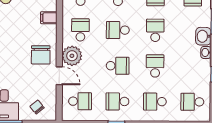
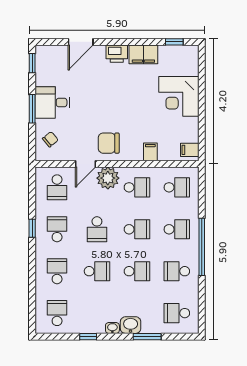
school desk: (118, 30) -> (137, 229), turned 90

